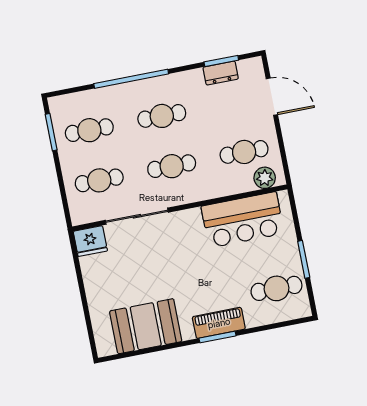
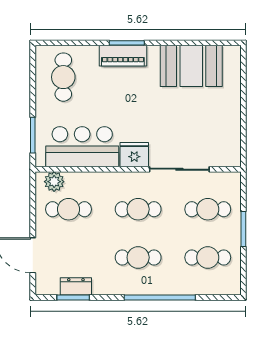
window: (51, 132) -> (243, 229), moved
fridge: (90, 241) -> (134, 155), moved
window: (304, 259) -> (33, 135), moved
cafe table: (276, 288) -> (63, 77), turned 90

